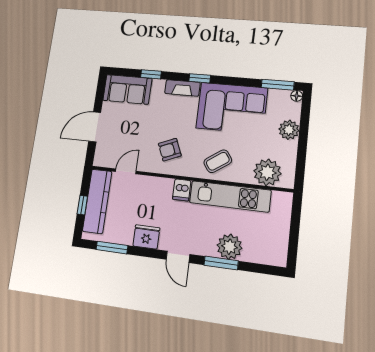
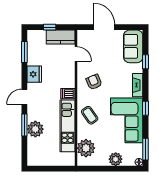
window: (200, 78) -> (146, 108), moved
kitchen counter: (97, 201) -> (61, 37), width x0.67

